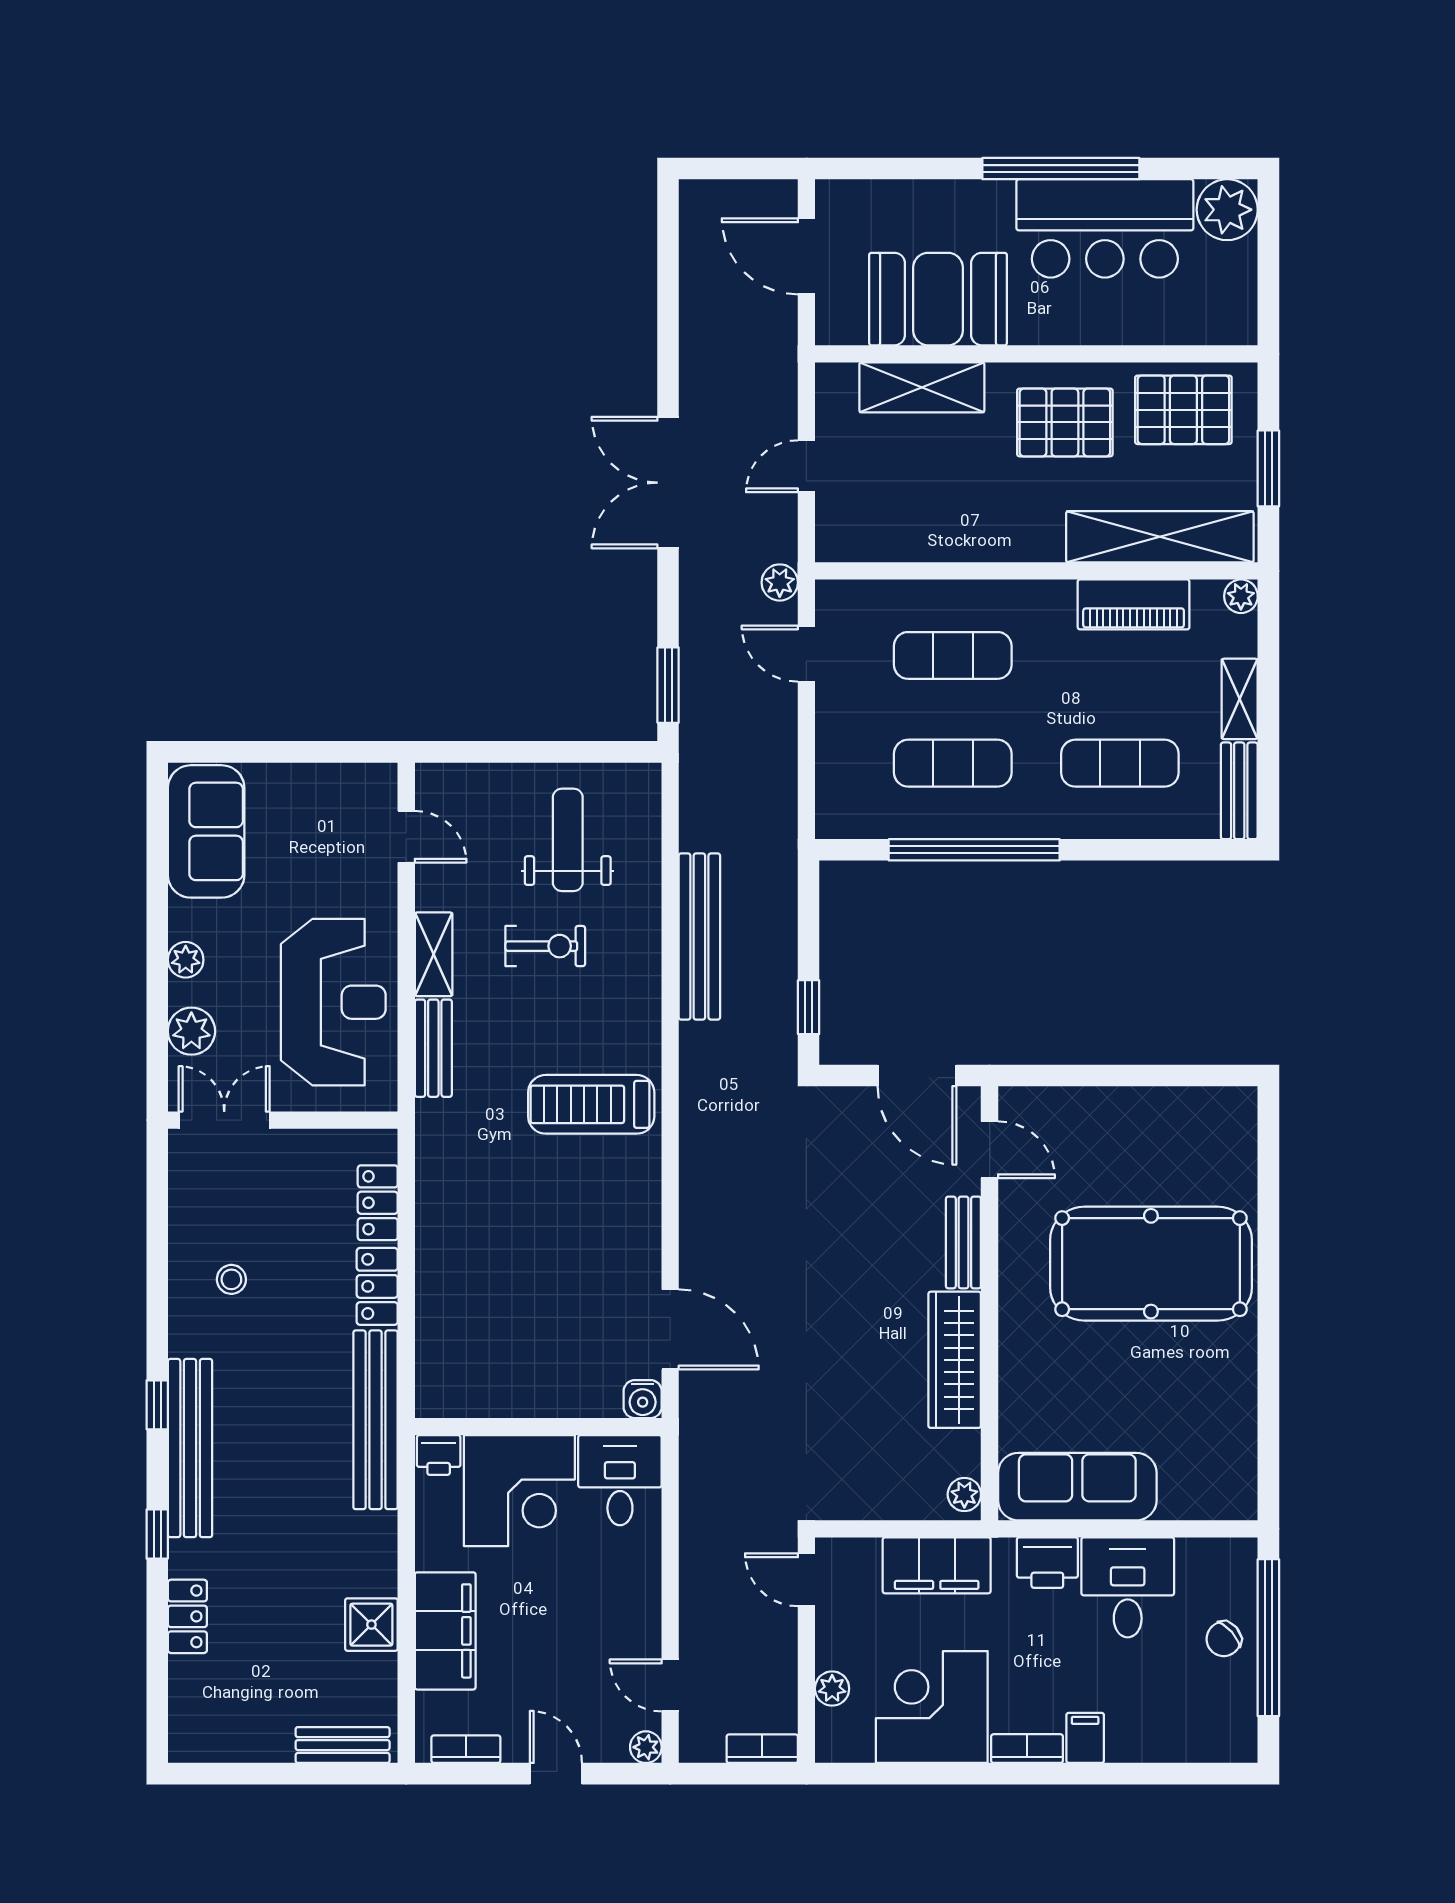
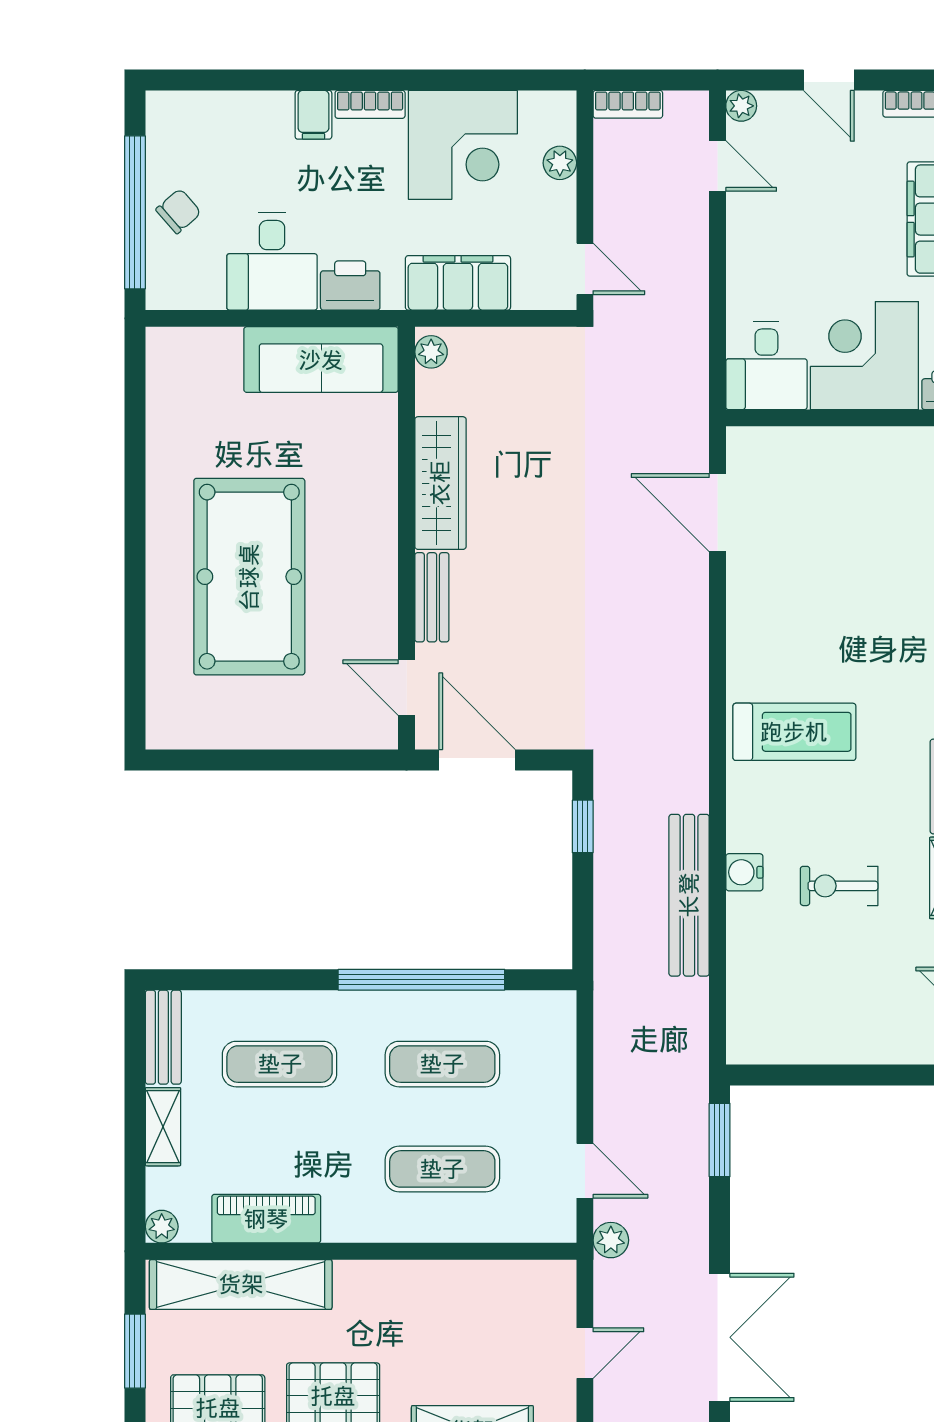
weight bench: (568, 840) -> (817, 989), removed
pool table: (1151, 1264) -> (249, 577), turned 90
water cooler: (643, 1399) -> (744, 872), moved, turned -90

